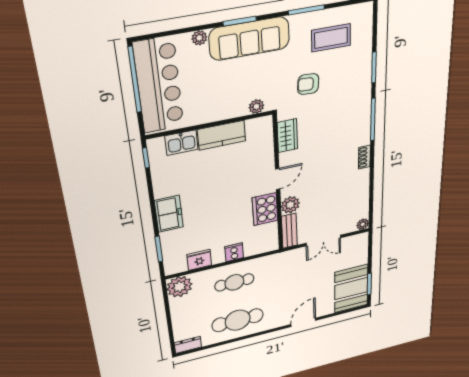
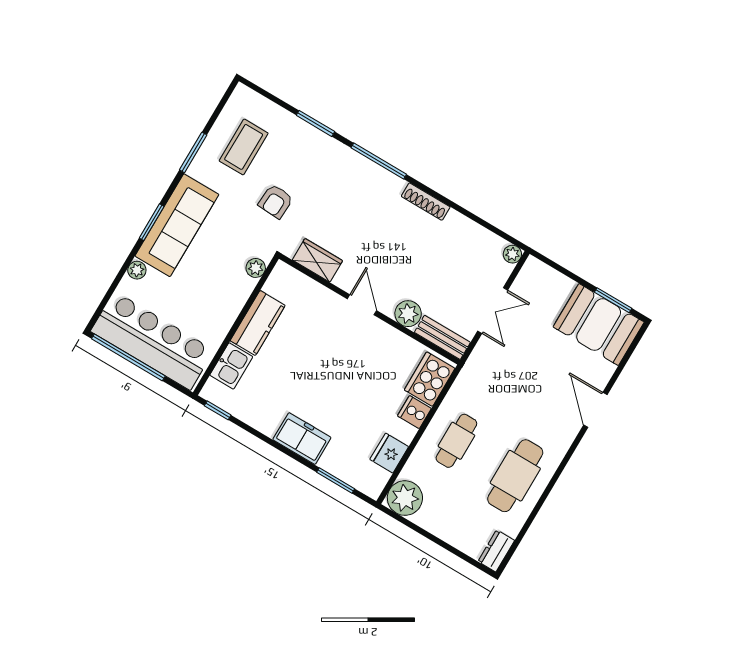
shoe rack: (364, 157) -> (426, 202), width x1.43
cooker: (265, 209) -> (430, 379), moved, turned 90

